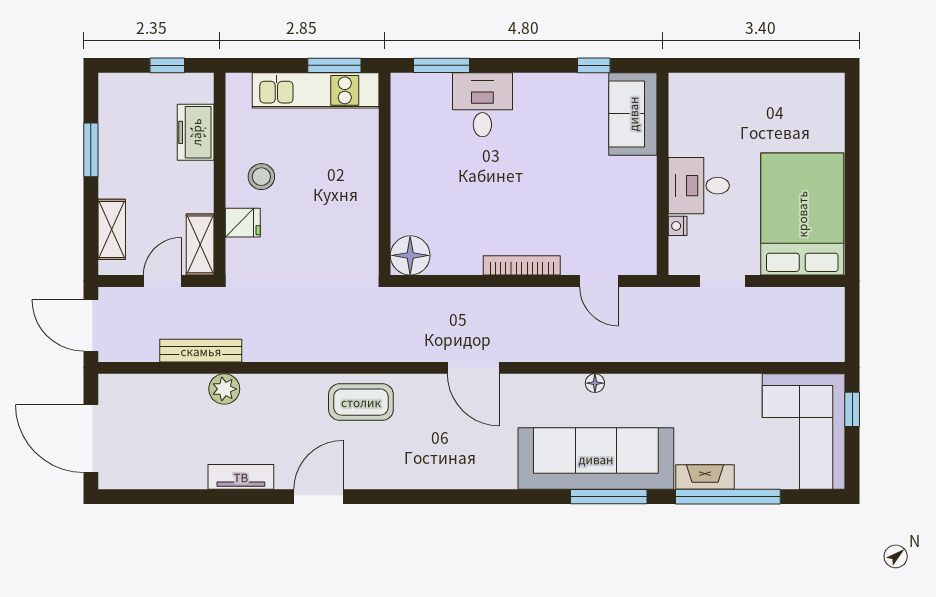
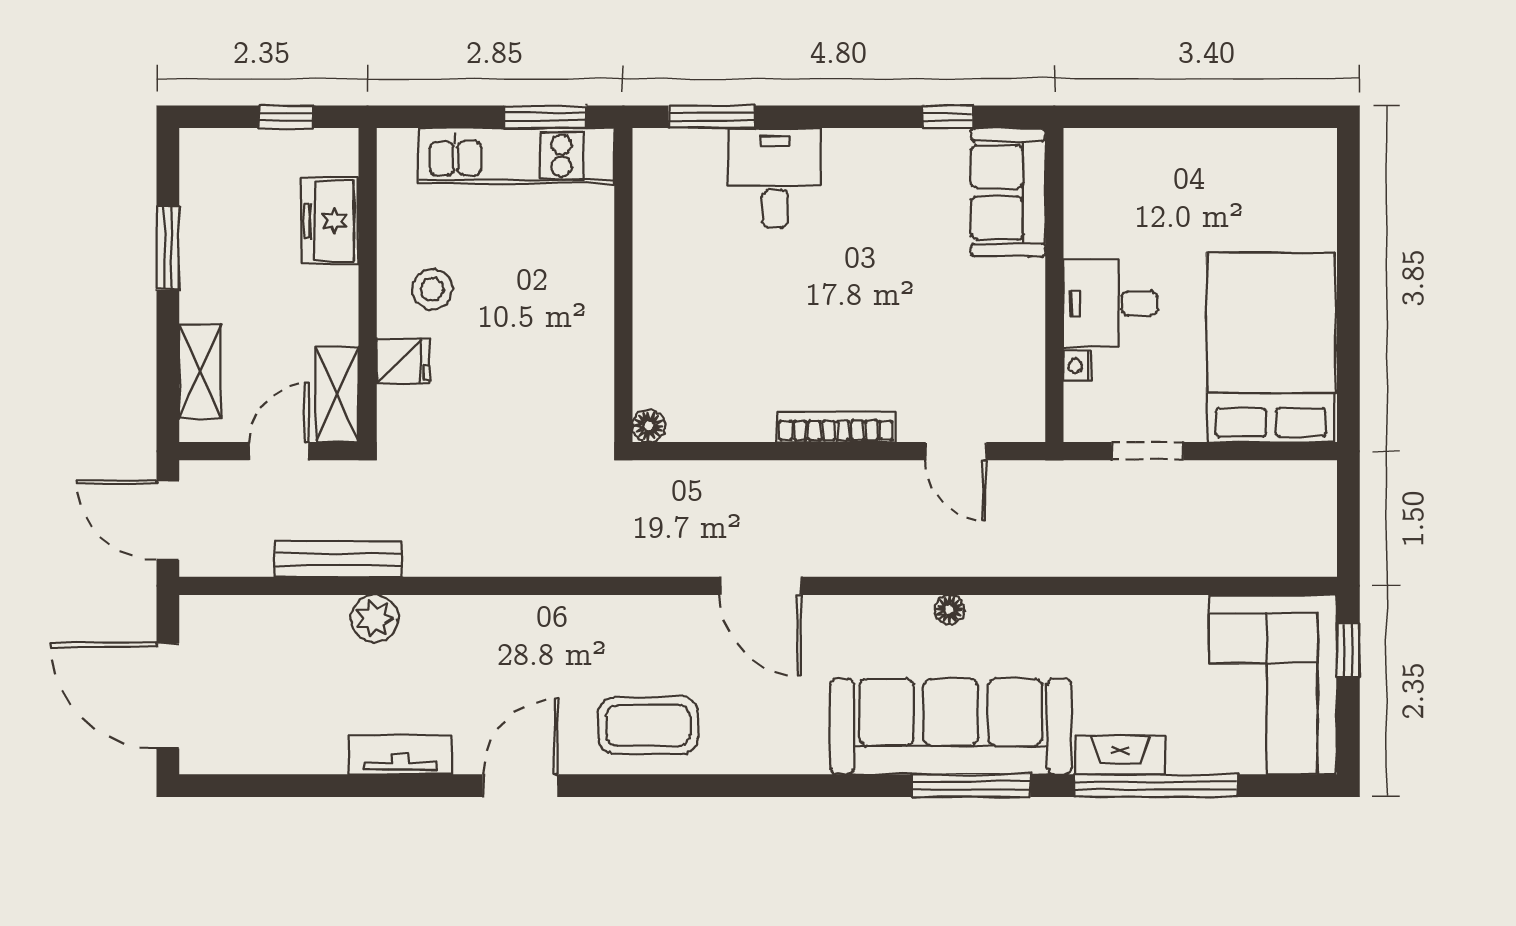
floor lamp: (410, 255) -> (649, 426), width x0.53, depth x0.53
coffee table: (361, 402) -> (648, 725), moved

